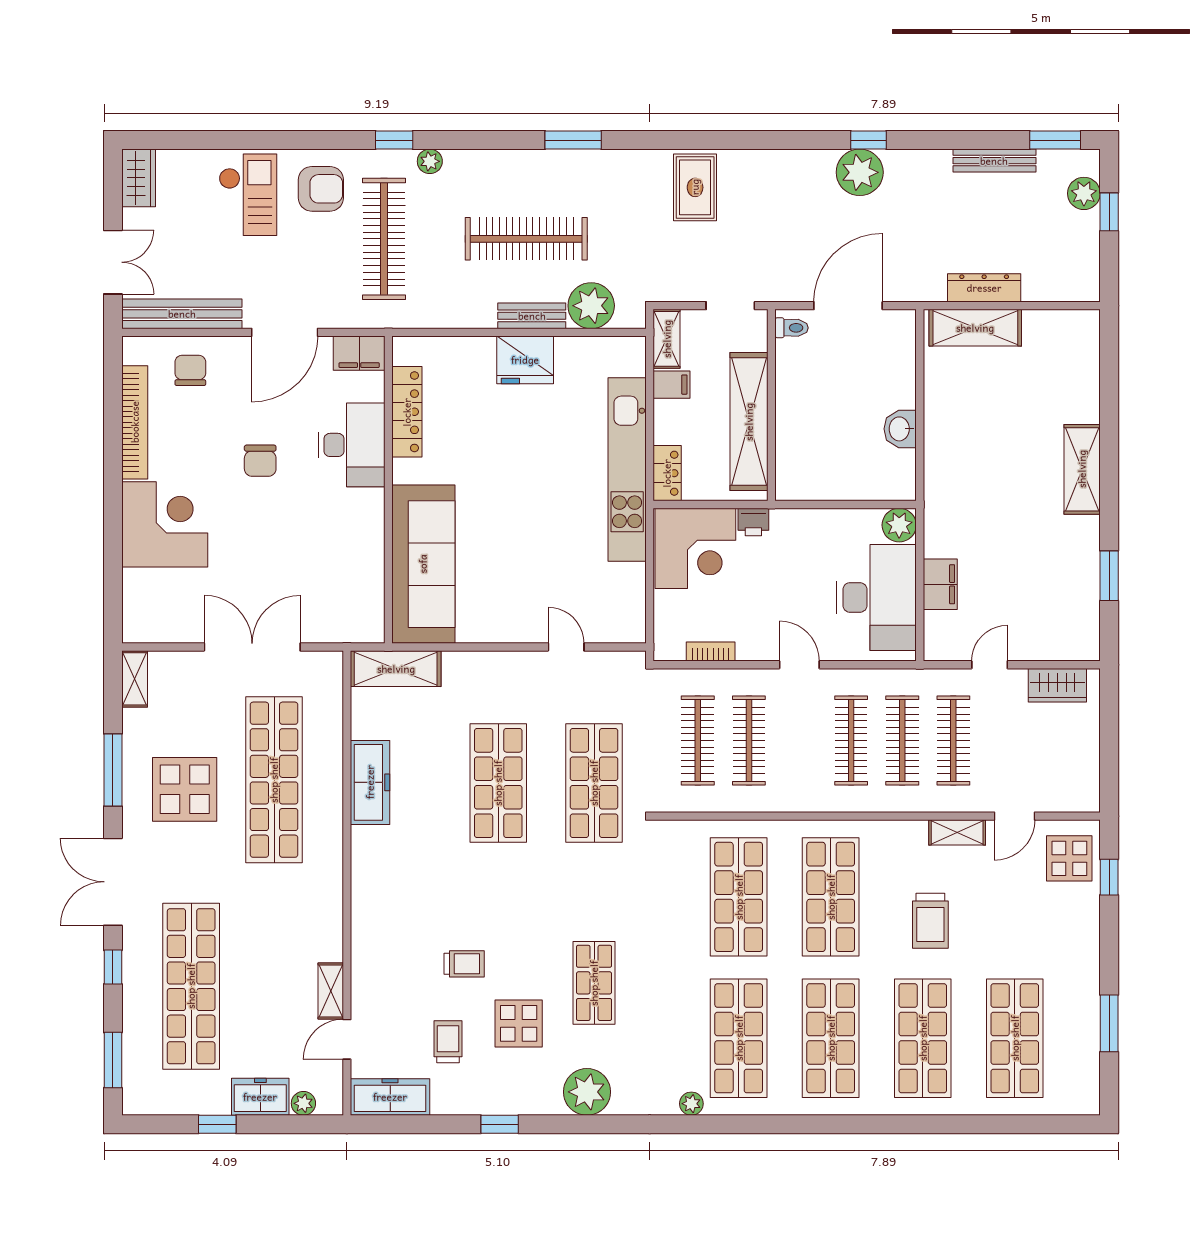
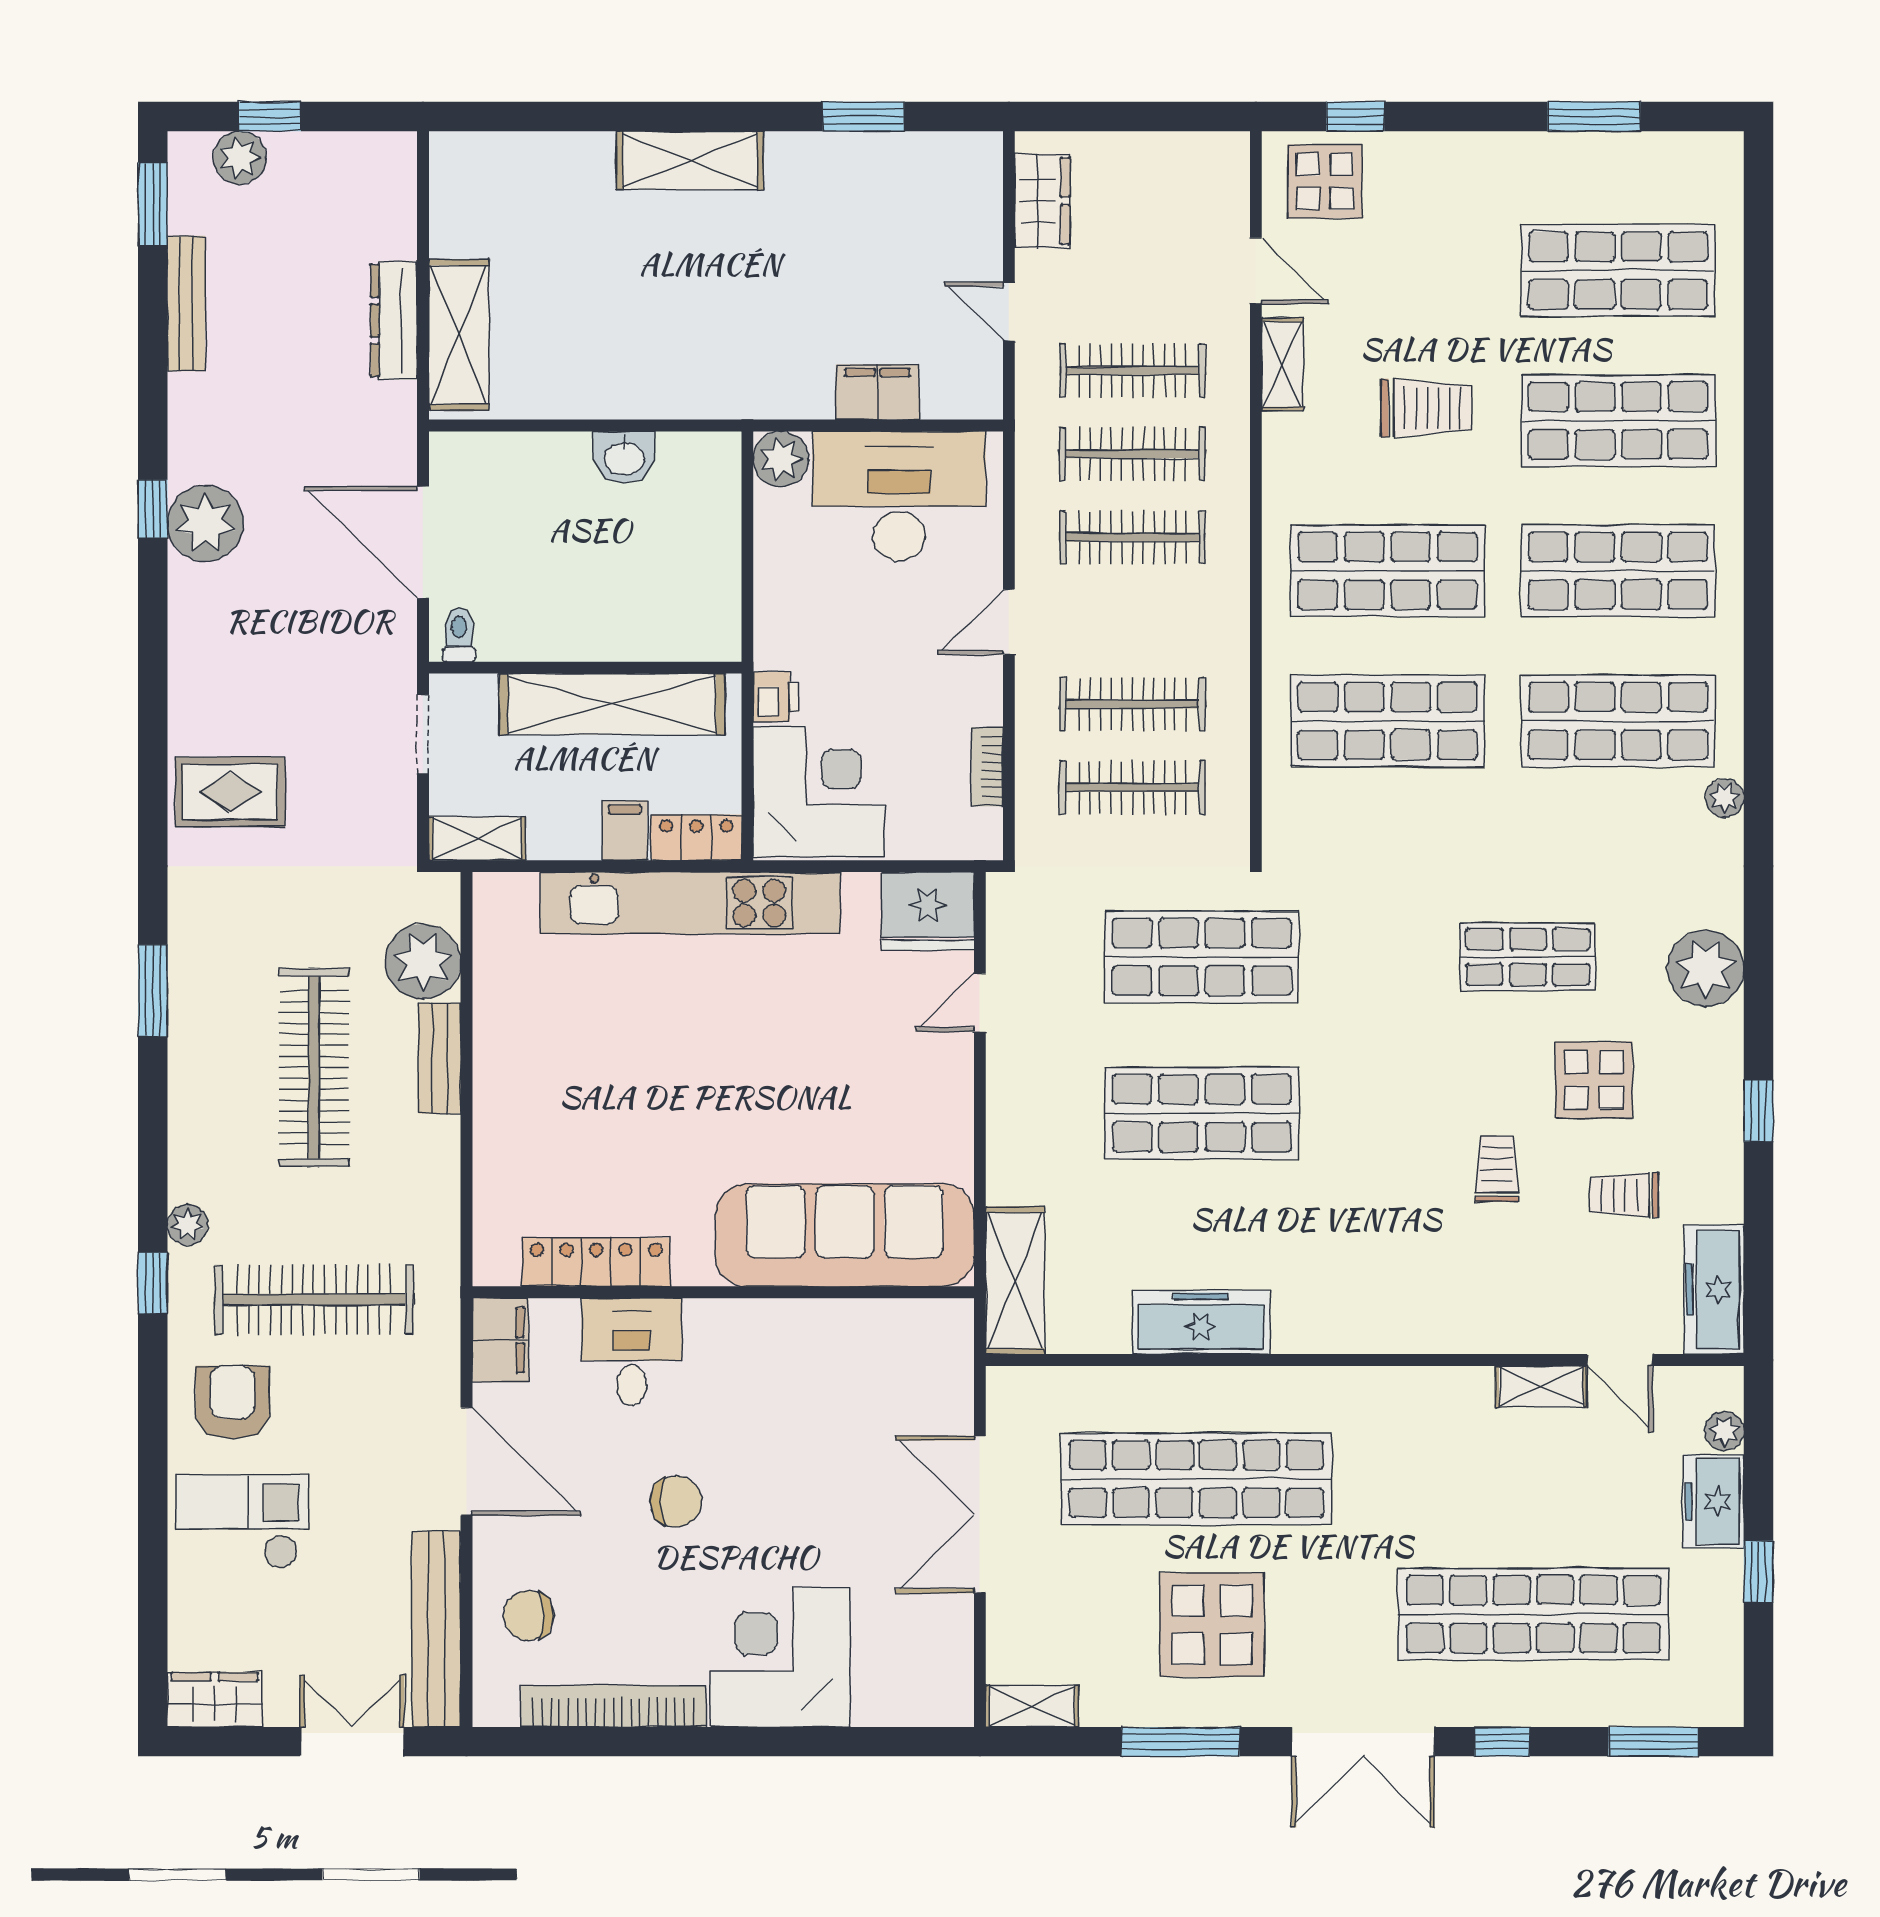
fridge: (525, 360) -> (928, 911), moved, turned 90
filing cabinet: (672, 385) -> (625, 830), moved
desk: (352, 445) -> (632, 1352), width x0.73

